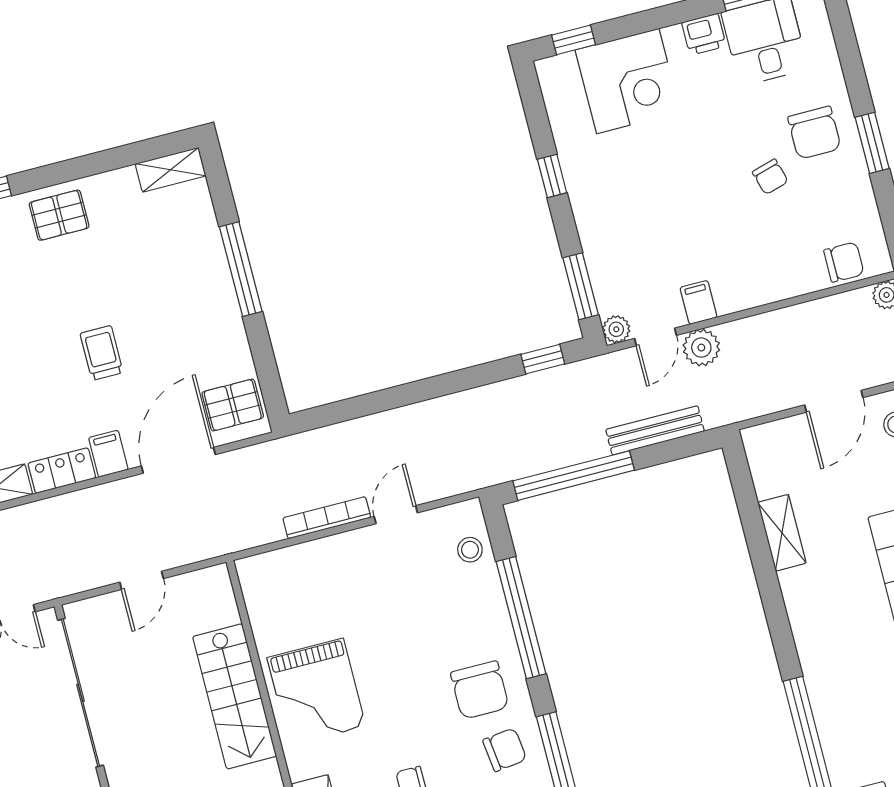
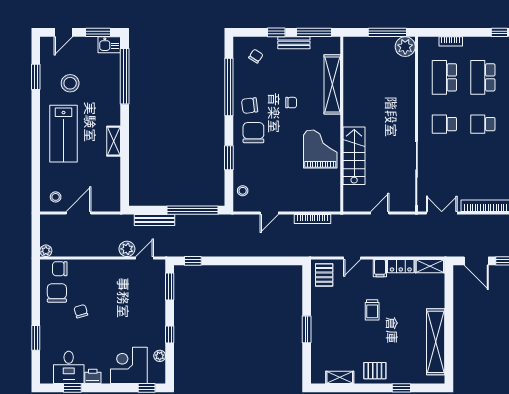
chair: (814, 133) -> (57, 293), moved
window: (872, 143) -> (36, 338), moved
shelving: (171, 170) -> (340, 377), moved
window: (241, 269) -> (307, 329), width x0.69
filing cabinet: (699, 302) -> (123, 268), removed
plant: (616, 329) -> (160, 356), moved
pallet: (233, 405) -> (324, 275), turned 90
door: (178, 460) -> (352, 258), width x0.53
bookcase: (327, 518) -> (312, 219), moved
shelving: (782, 533) -> (114, 141), moved
window: (521, 618) -> (229, 158), width x0.47

